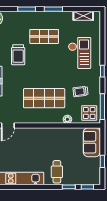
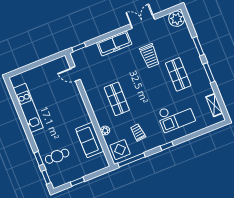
trolley: (18, 55) -> (150, 56), turned -90
shop shelf: (44, 98) -> (117, 99), width x0.70, depth x0.74
sofa: (92, 142) -> (90, 140), moved, turned -90
cafe table: (57, 172) -> (57, 156), moved

